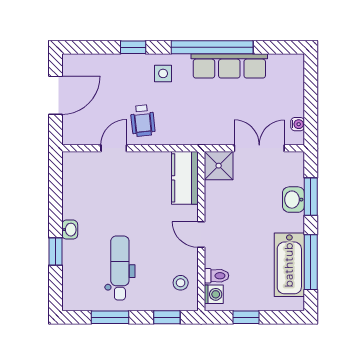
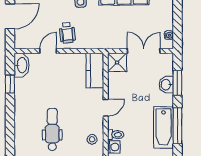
washbasin: (70, 230) -> (22, 65), moved, width x1.91, depth x1.45
door: (201, 235) -> (106, 108), swing flipped
window: (56, 251) -> (10, 84), moved

